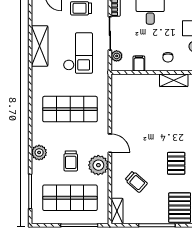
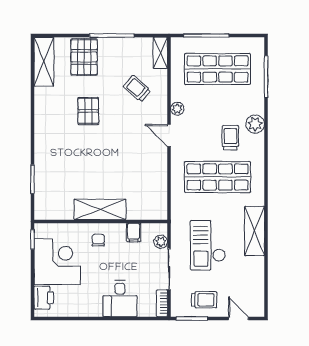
shelving: (40, 46) -> (255, 231), moved
shelving: (174, 80) -> (100, 209), width x1.50, depth x1.33
trolley: (71, 161) -> (230, 138), moved
plant: (98, 165) -> (177, 109), width x0.53, depth x0.53

